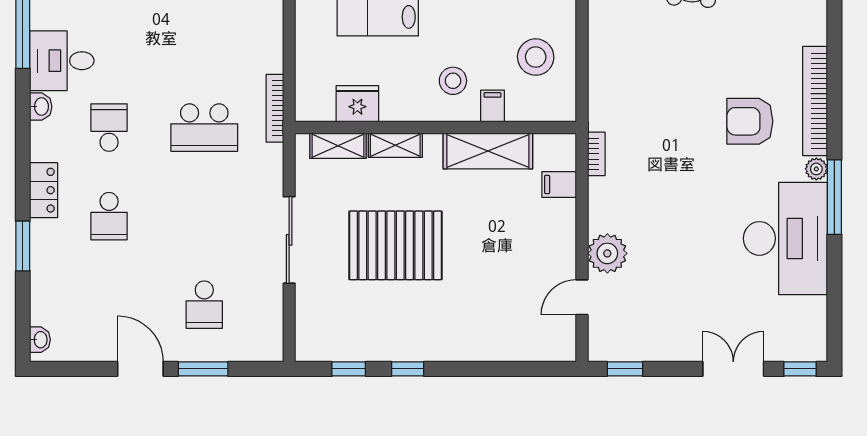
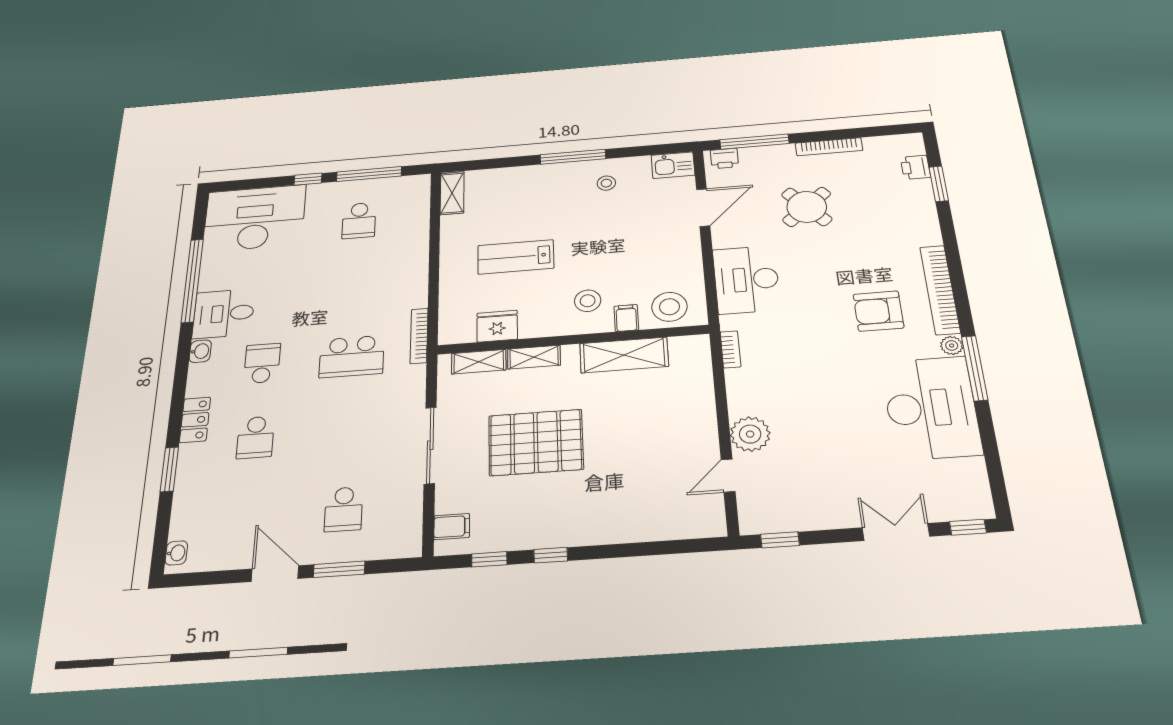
stool: (536, 57) -> (669, 307), moved
desk: (620, 70) -> (746, 280), added
filing cabinet: (559, 184) -> (452, 527), moved, turned 180

